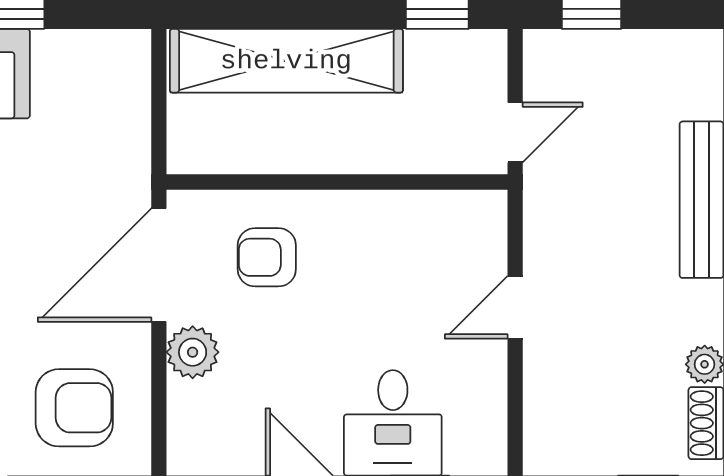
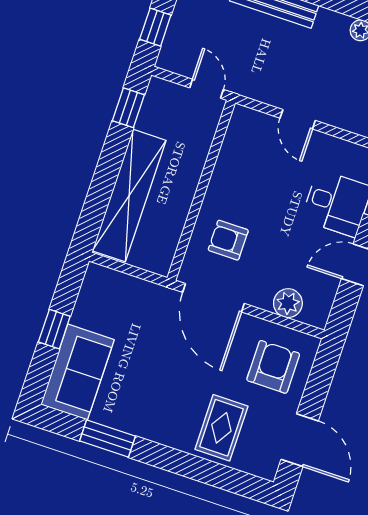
armchair: (267, 257) -> (228, 240), turned 90
plant: (193, 352) -> (288, 303), moved

